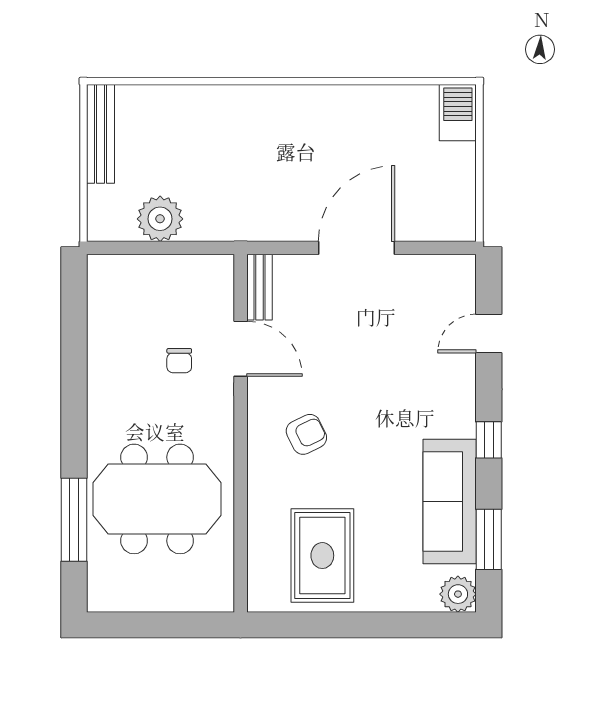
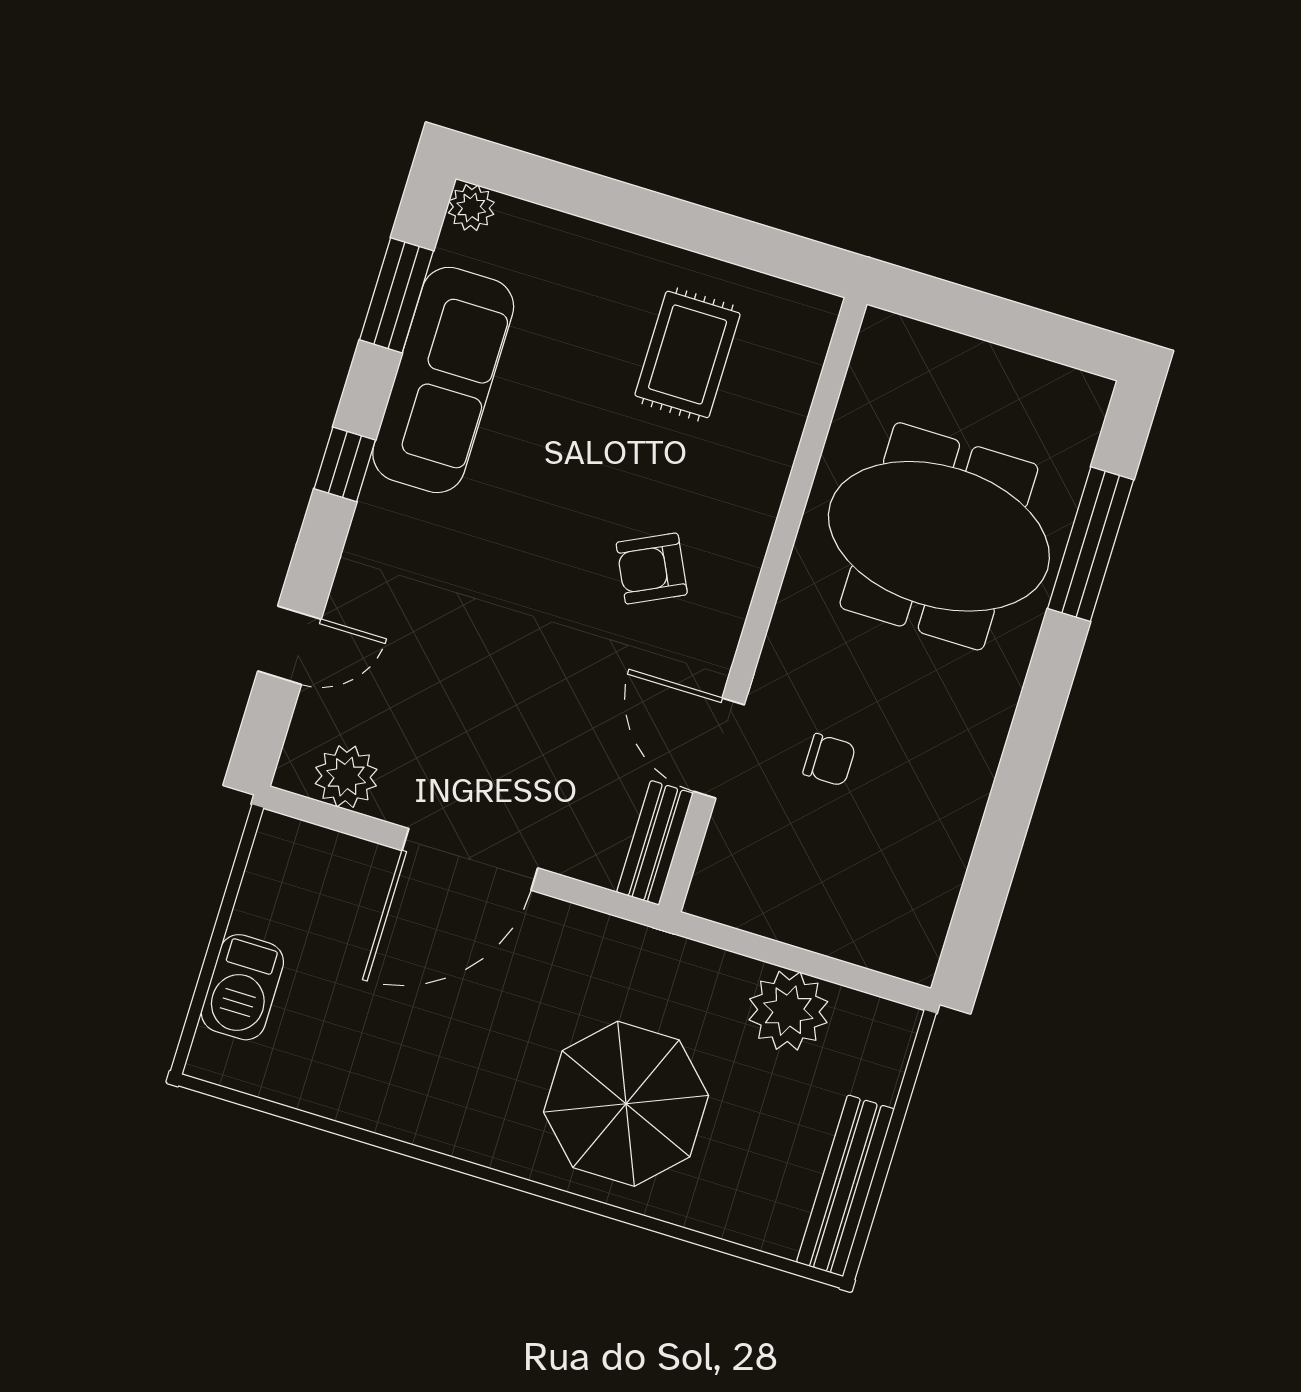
barbecue: (458, 113) -> (242, 987), moved
parasol: (232, 142) -> (626, 1104), added
plant: (437, 272) -> (346, 777), added
chair: (179, 361) -> (829, 760), turned 90
rug: (322, 556) -> (688, 354), width x0.73, depth x0.70
plant: (458, 594) -> (471, 208), width x0.73, depth x0.73

